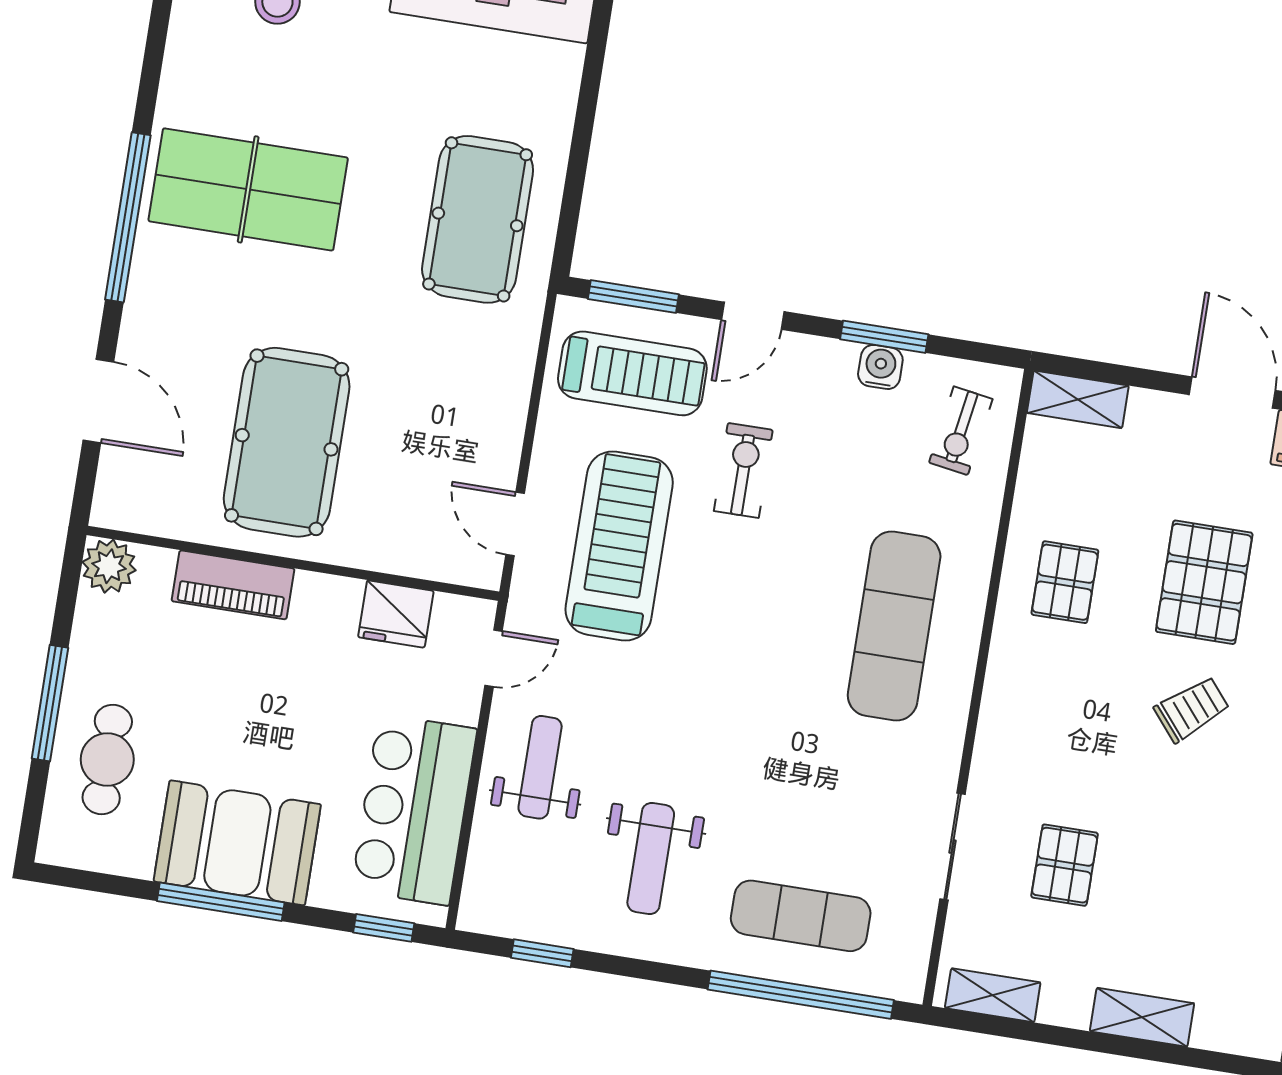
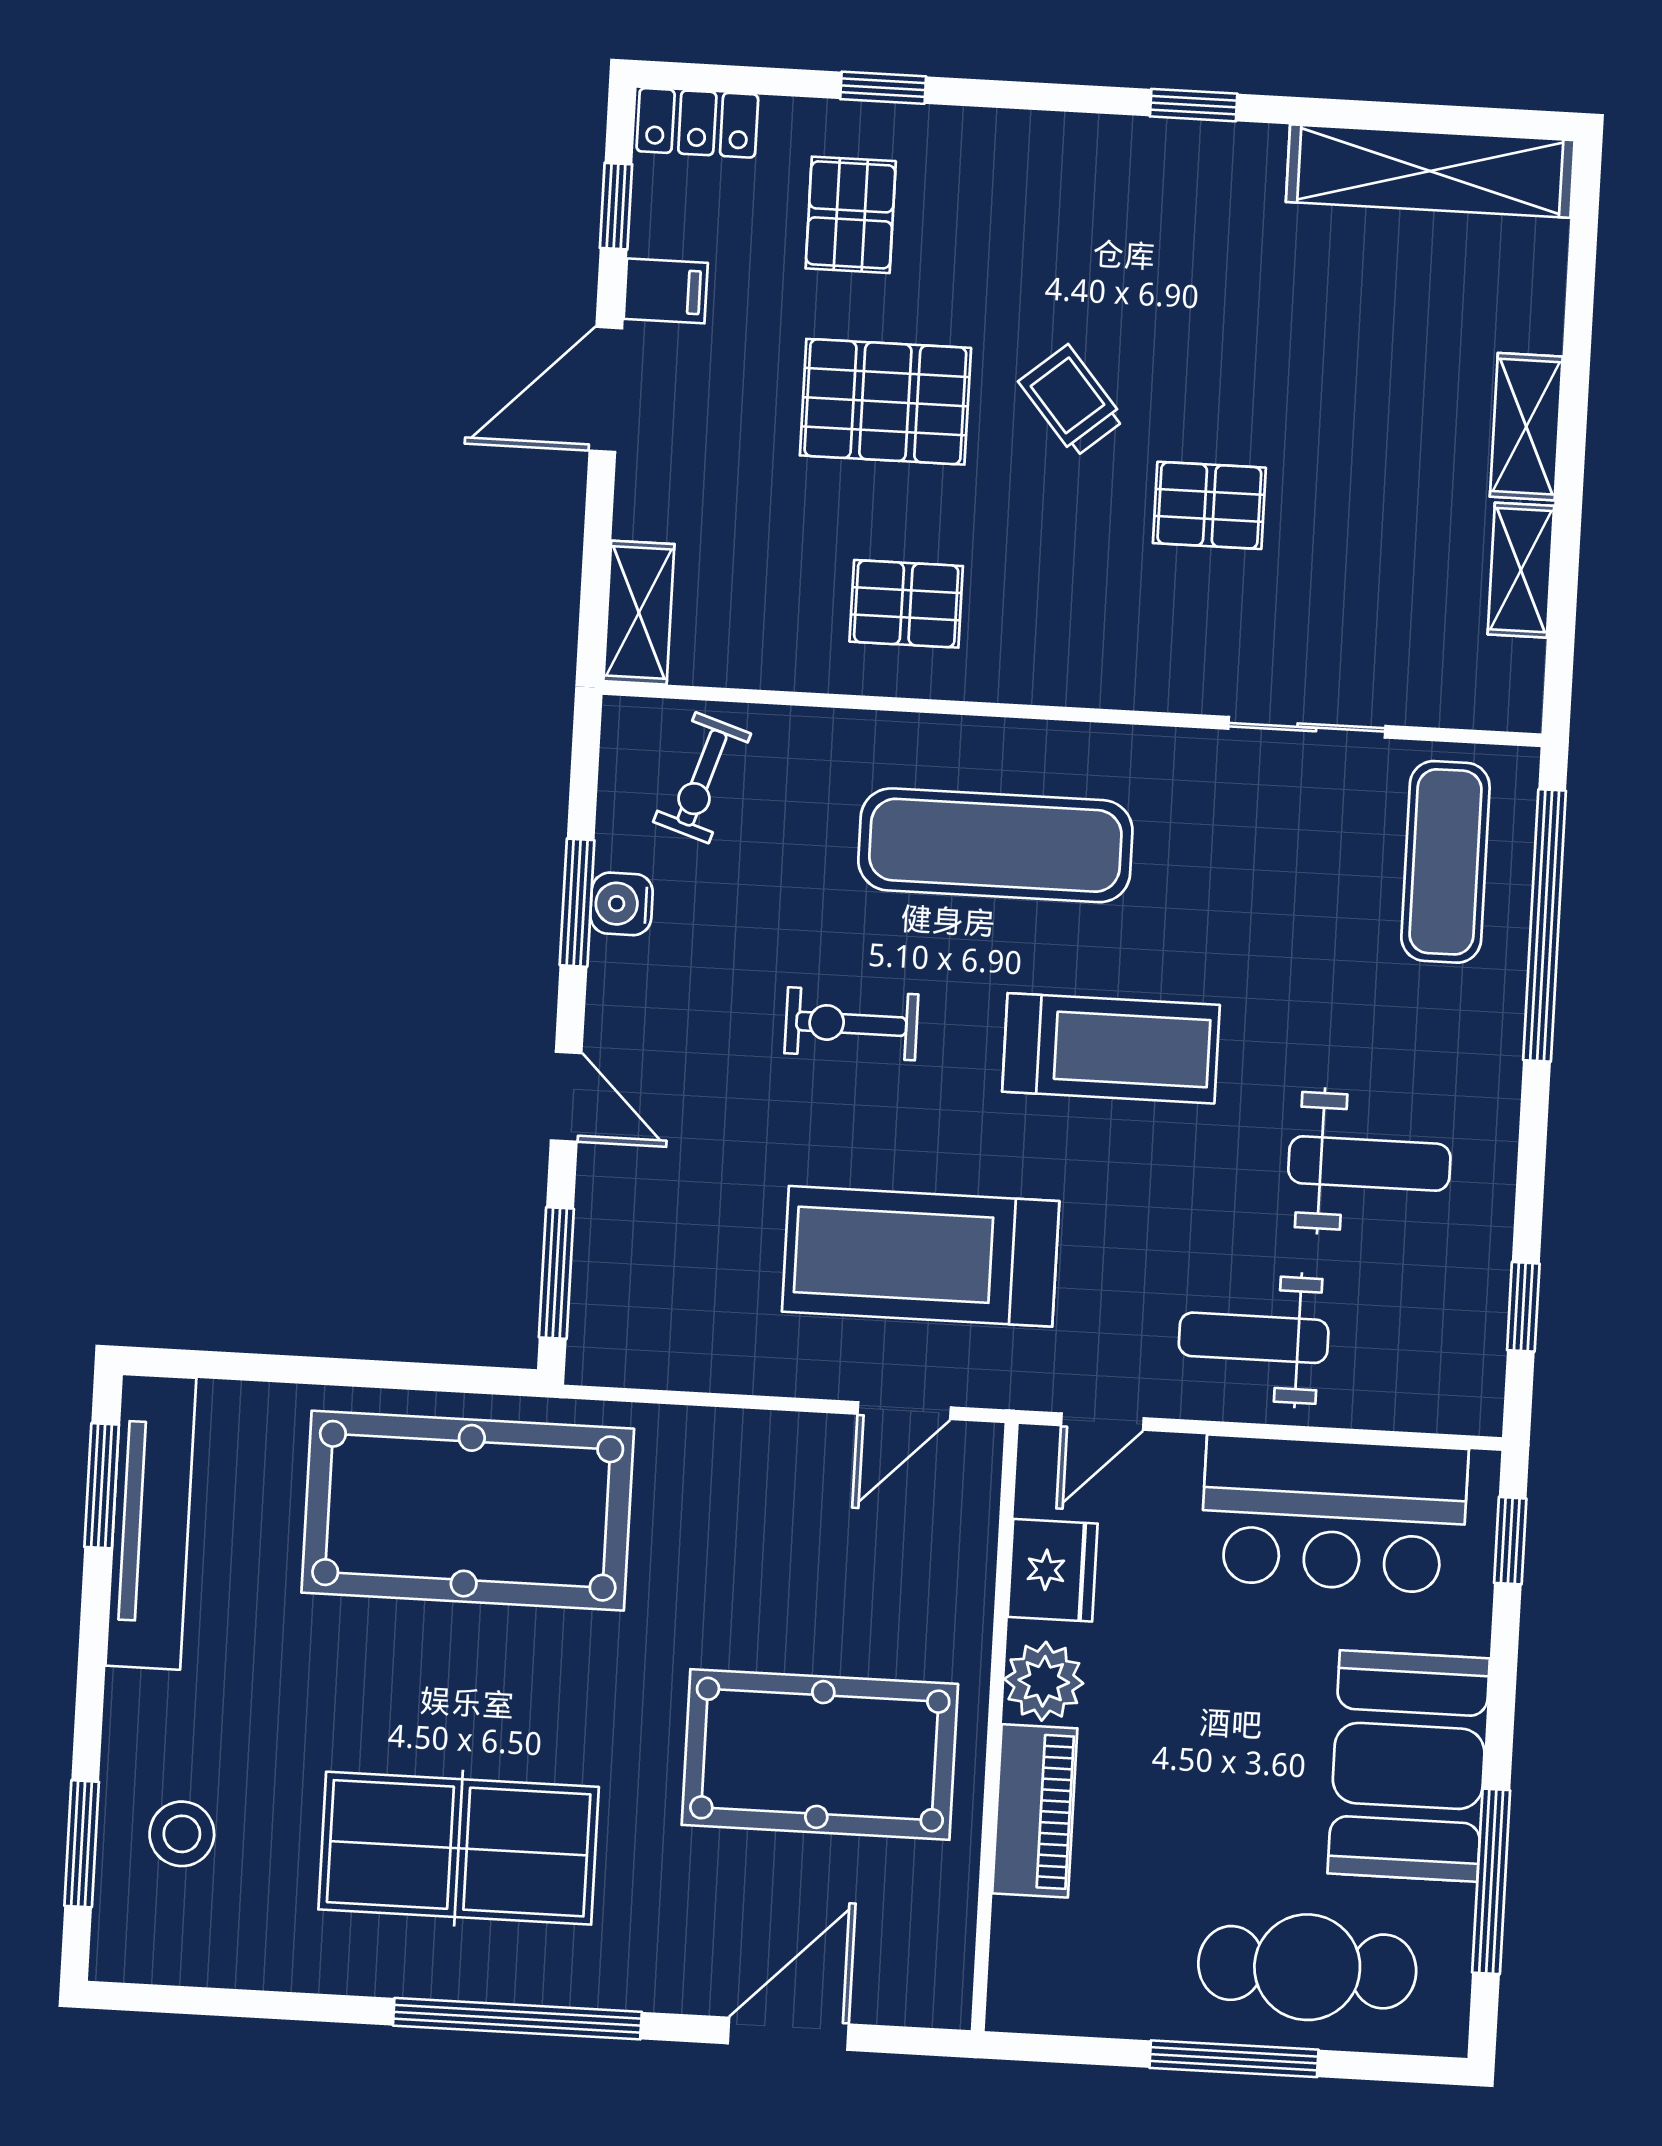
table tennis table: (248, 189) -> (459, 1848), turned 90
pool table: (478, 219) -> (468, 1511), width x1.36, depth x1.32
treadmill: (632, 373) -> (1111, 1048), moved, turned 90
exercise bike: (961, 431) -> (702, 778), turned 99
exercise bike: (743, 470) -> (851, 1024), moved
plant: (109, 566) -> (1044, 1681), moved
door: (494, 658) -> (1102, 1422), swing flipped
cafe table: (107, 760) -> (1307, 1967), width x1.37, depth x1.35
pallet: (1065, 865) -> (1209, 505), moved
window: (221, 902) -> (1491, 1881), moved
exercise mat: (801, 916) -> (1445, 862), moved
shelving: (993, 995) -> (1521, 570), moved

